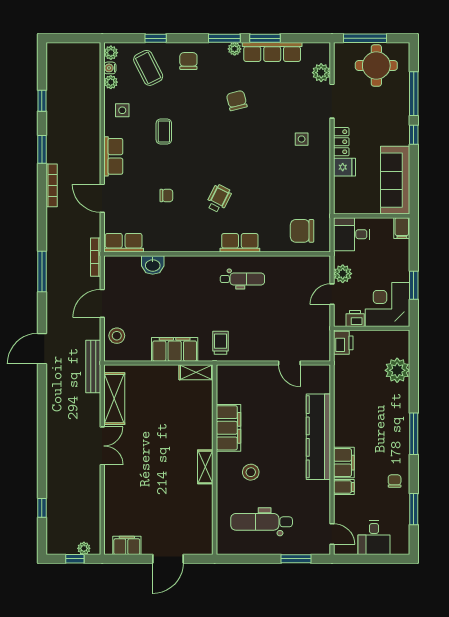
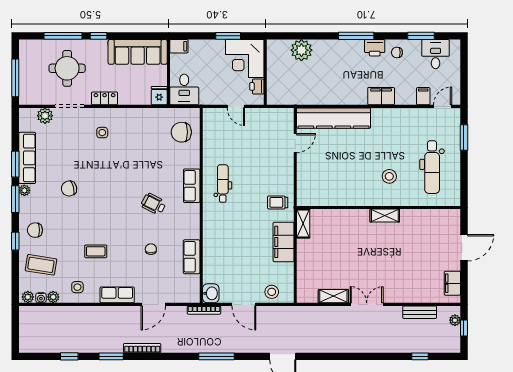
window: (156, 38) -> (15, 241), moved
round table: (376, 66) -> (67, 68), moved
coffee table: (148, 68) -> (41, 265), turned 36
fridge: (344, 167) -> (159, 96), moved
chair: (302, 231) -> (181, 132), turned 90
row of seats: (124, 243) -> (192, 257), moved
washbasin: (153, 265) -> (211, 293), moved
plant: (343, 274) -> (218, 97), removed
printer: (343, 343) -> (375, 48), moved, turned 180
bench: (93, 367) -> (420, 312), moved, width x0.73
shelving: (114, 399) -> (333, 296), width x0.67, depth x0.75
filing cabinet: (228, 428) -> (351, 196), removed
kitchen counter: (318, 437) -> (334, 118), moved
filing cabinet: (344, 487) -> (423, 96), moved
desk: (374, 538) -> (436, 54), moved, turned -90
door: (168, 559) -> (464, 248), hinge flipped

